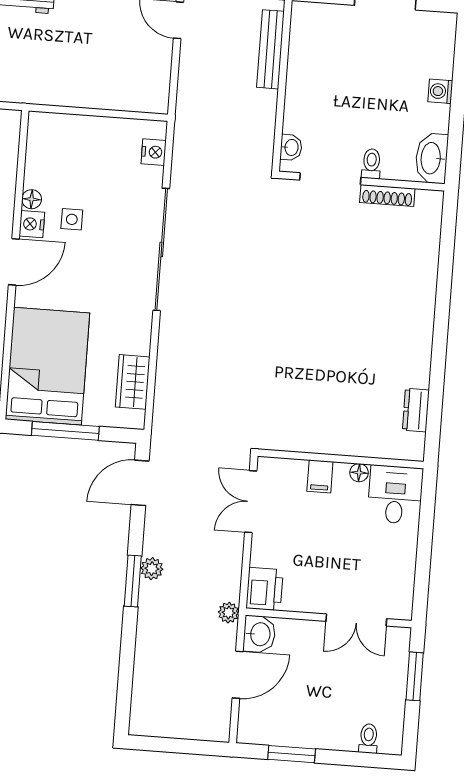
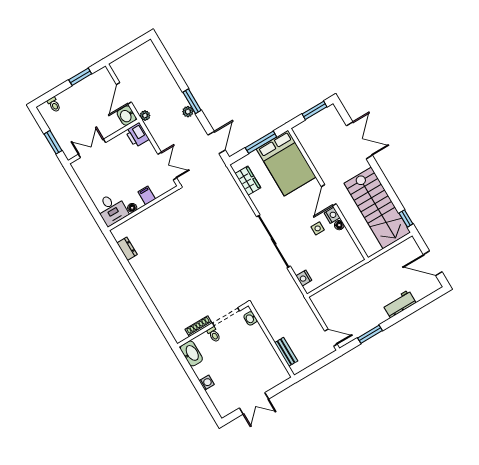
bench: (271, 49) -> (286, 352), width x0.73

